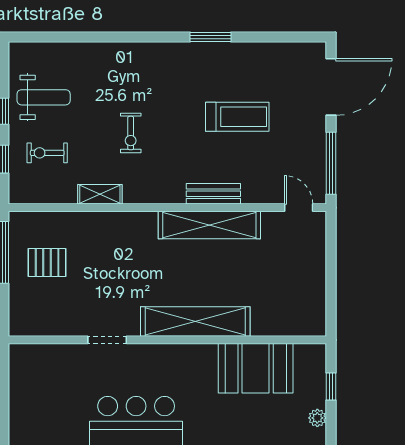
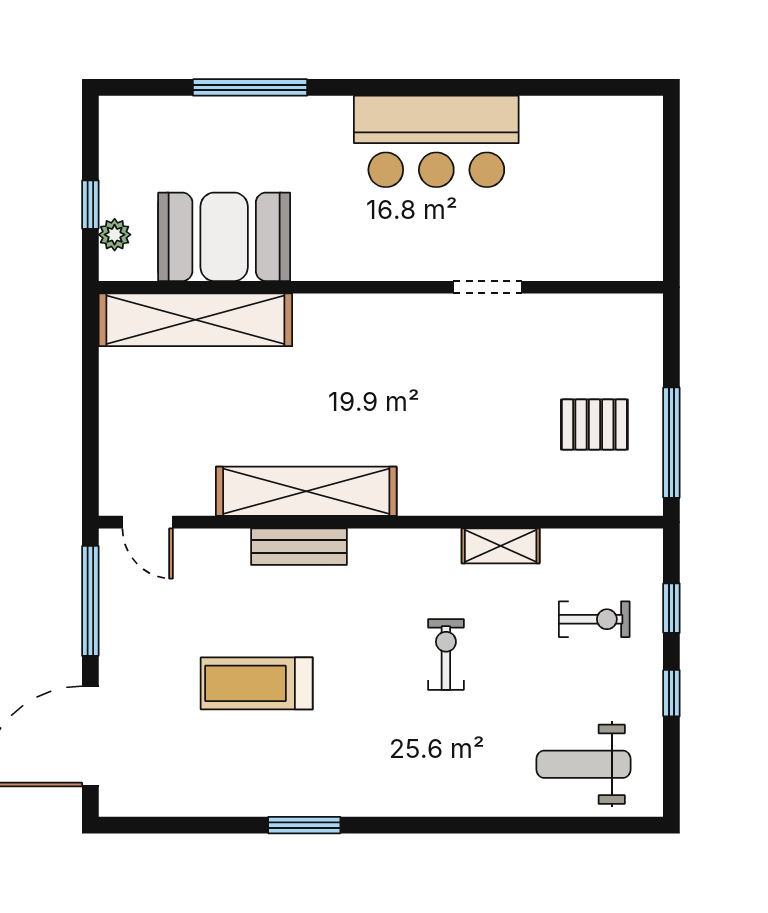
weight bench: (44, 97) -> (583, 764), moved
shelving: (195, 322) -> (195, 320), moved
plant: (317, 418) -> (115, 235), moved

